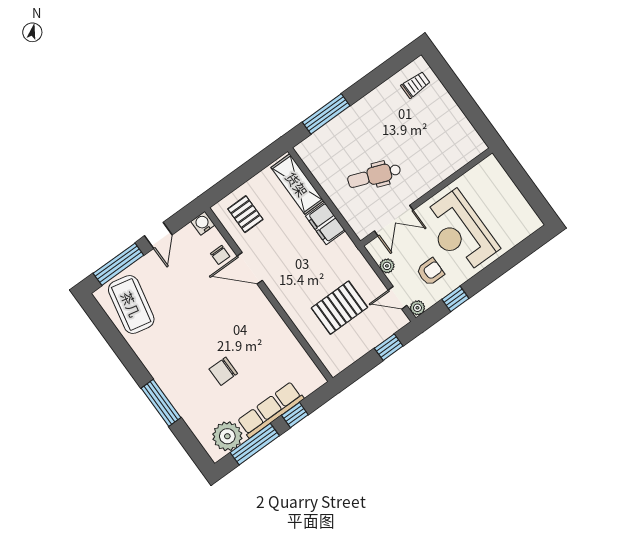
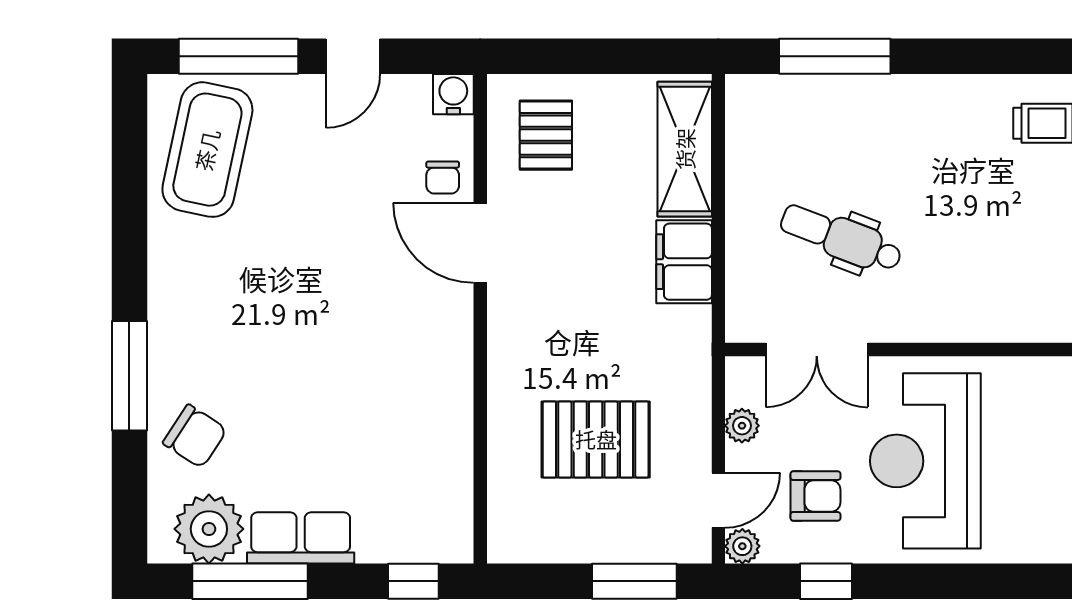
door: (398, 298) -> (718, 500), swing flipped
window: (389, 347) -> (634, 581), width x1.50
chair: (223, 371) -> (195, 436), moved, turned -147
row of seats: (270, 410) -> (301, 538), width x0.68
window: (295, 415) -> (413, 581), moved

